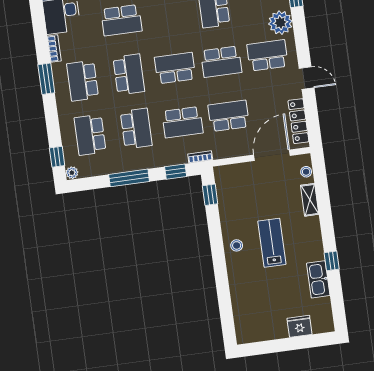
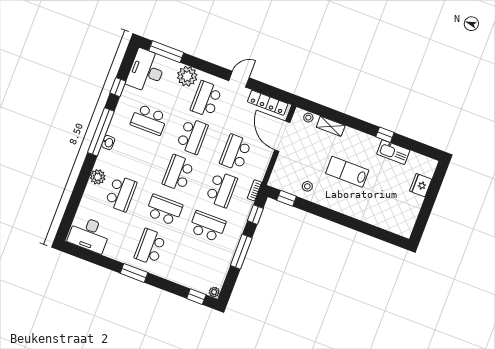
bookcase: (54, 49) -> (115, 255), removed
school desk: (83, 81) -> (150, 247), turned 90
school desk: (90, 135) -> (193, 263), removed
stool: (237, 245) -> (307, 186), moved

